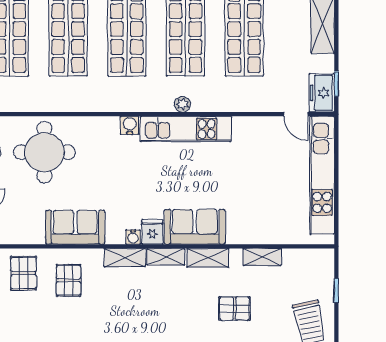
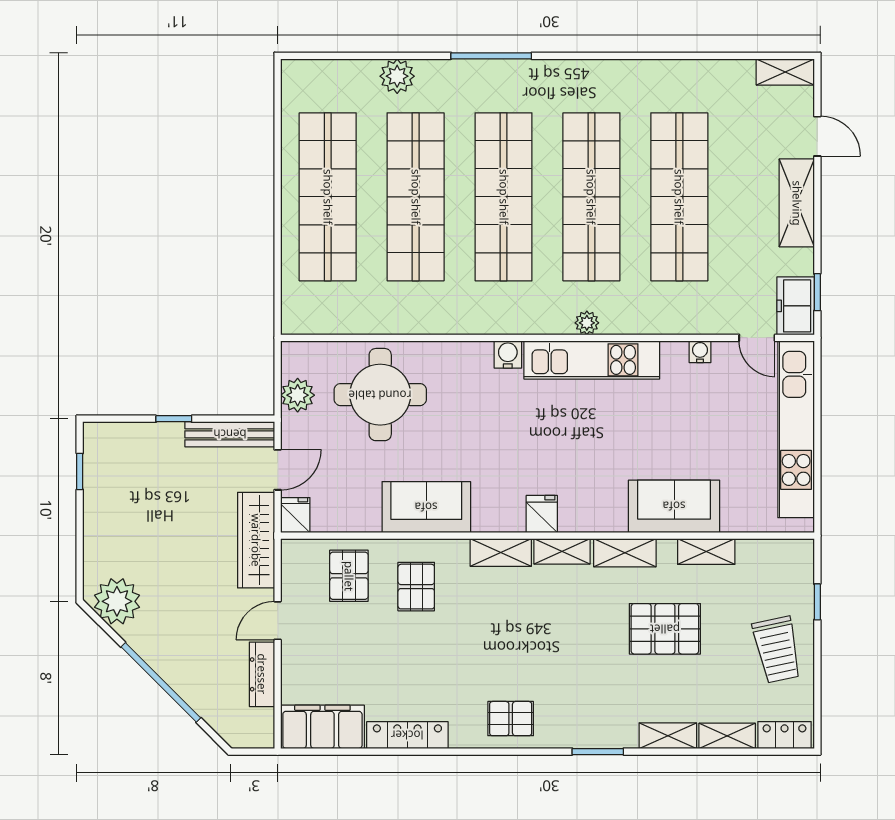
sofa: (195, 227) -> (674, 506), moved
water cooler: (133, 237) -> (700, 352), moved, turned 180
pallet: (235, 308) -> (665, 629), width x1.50, depth x1.42

